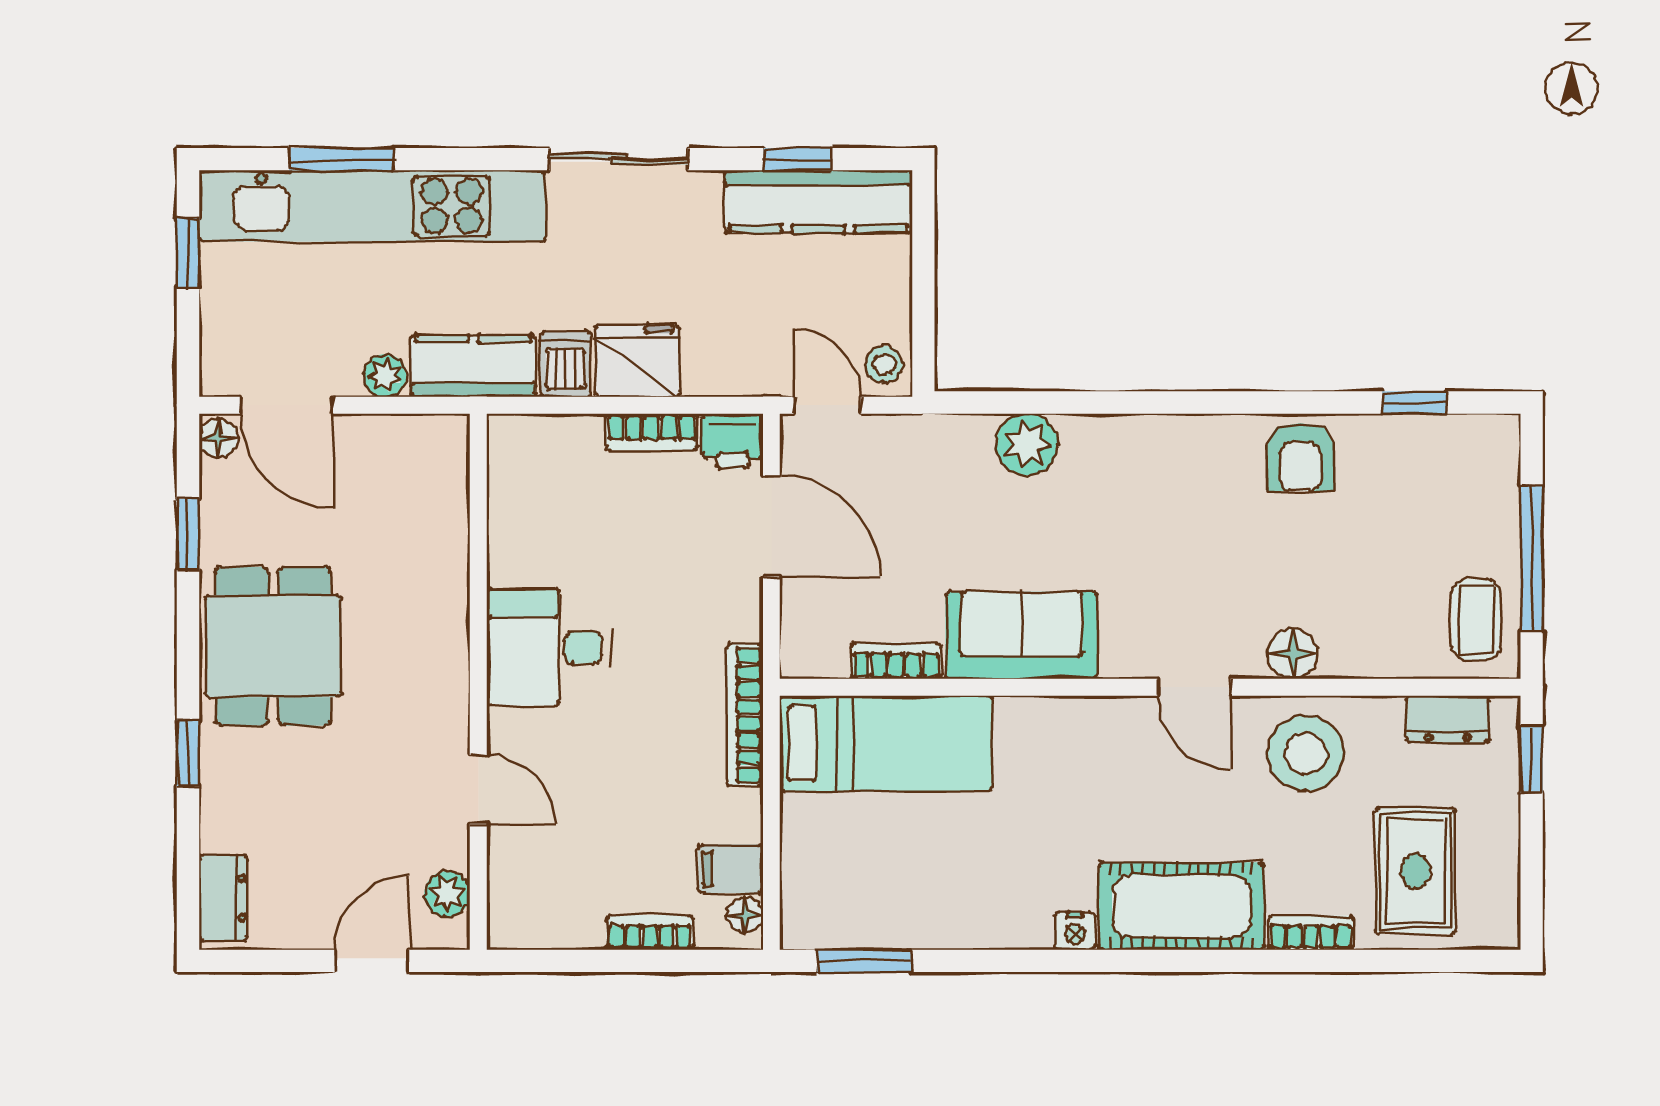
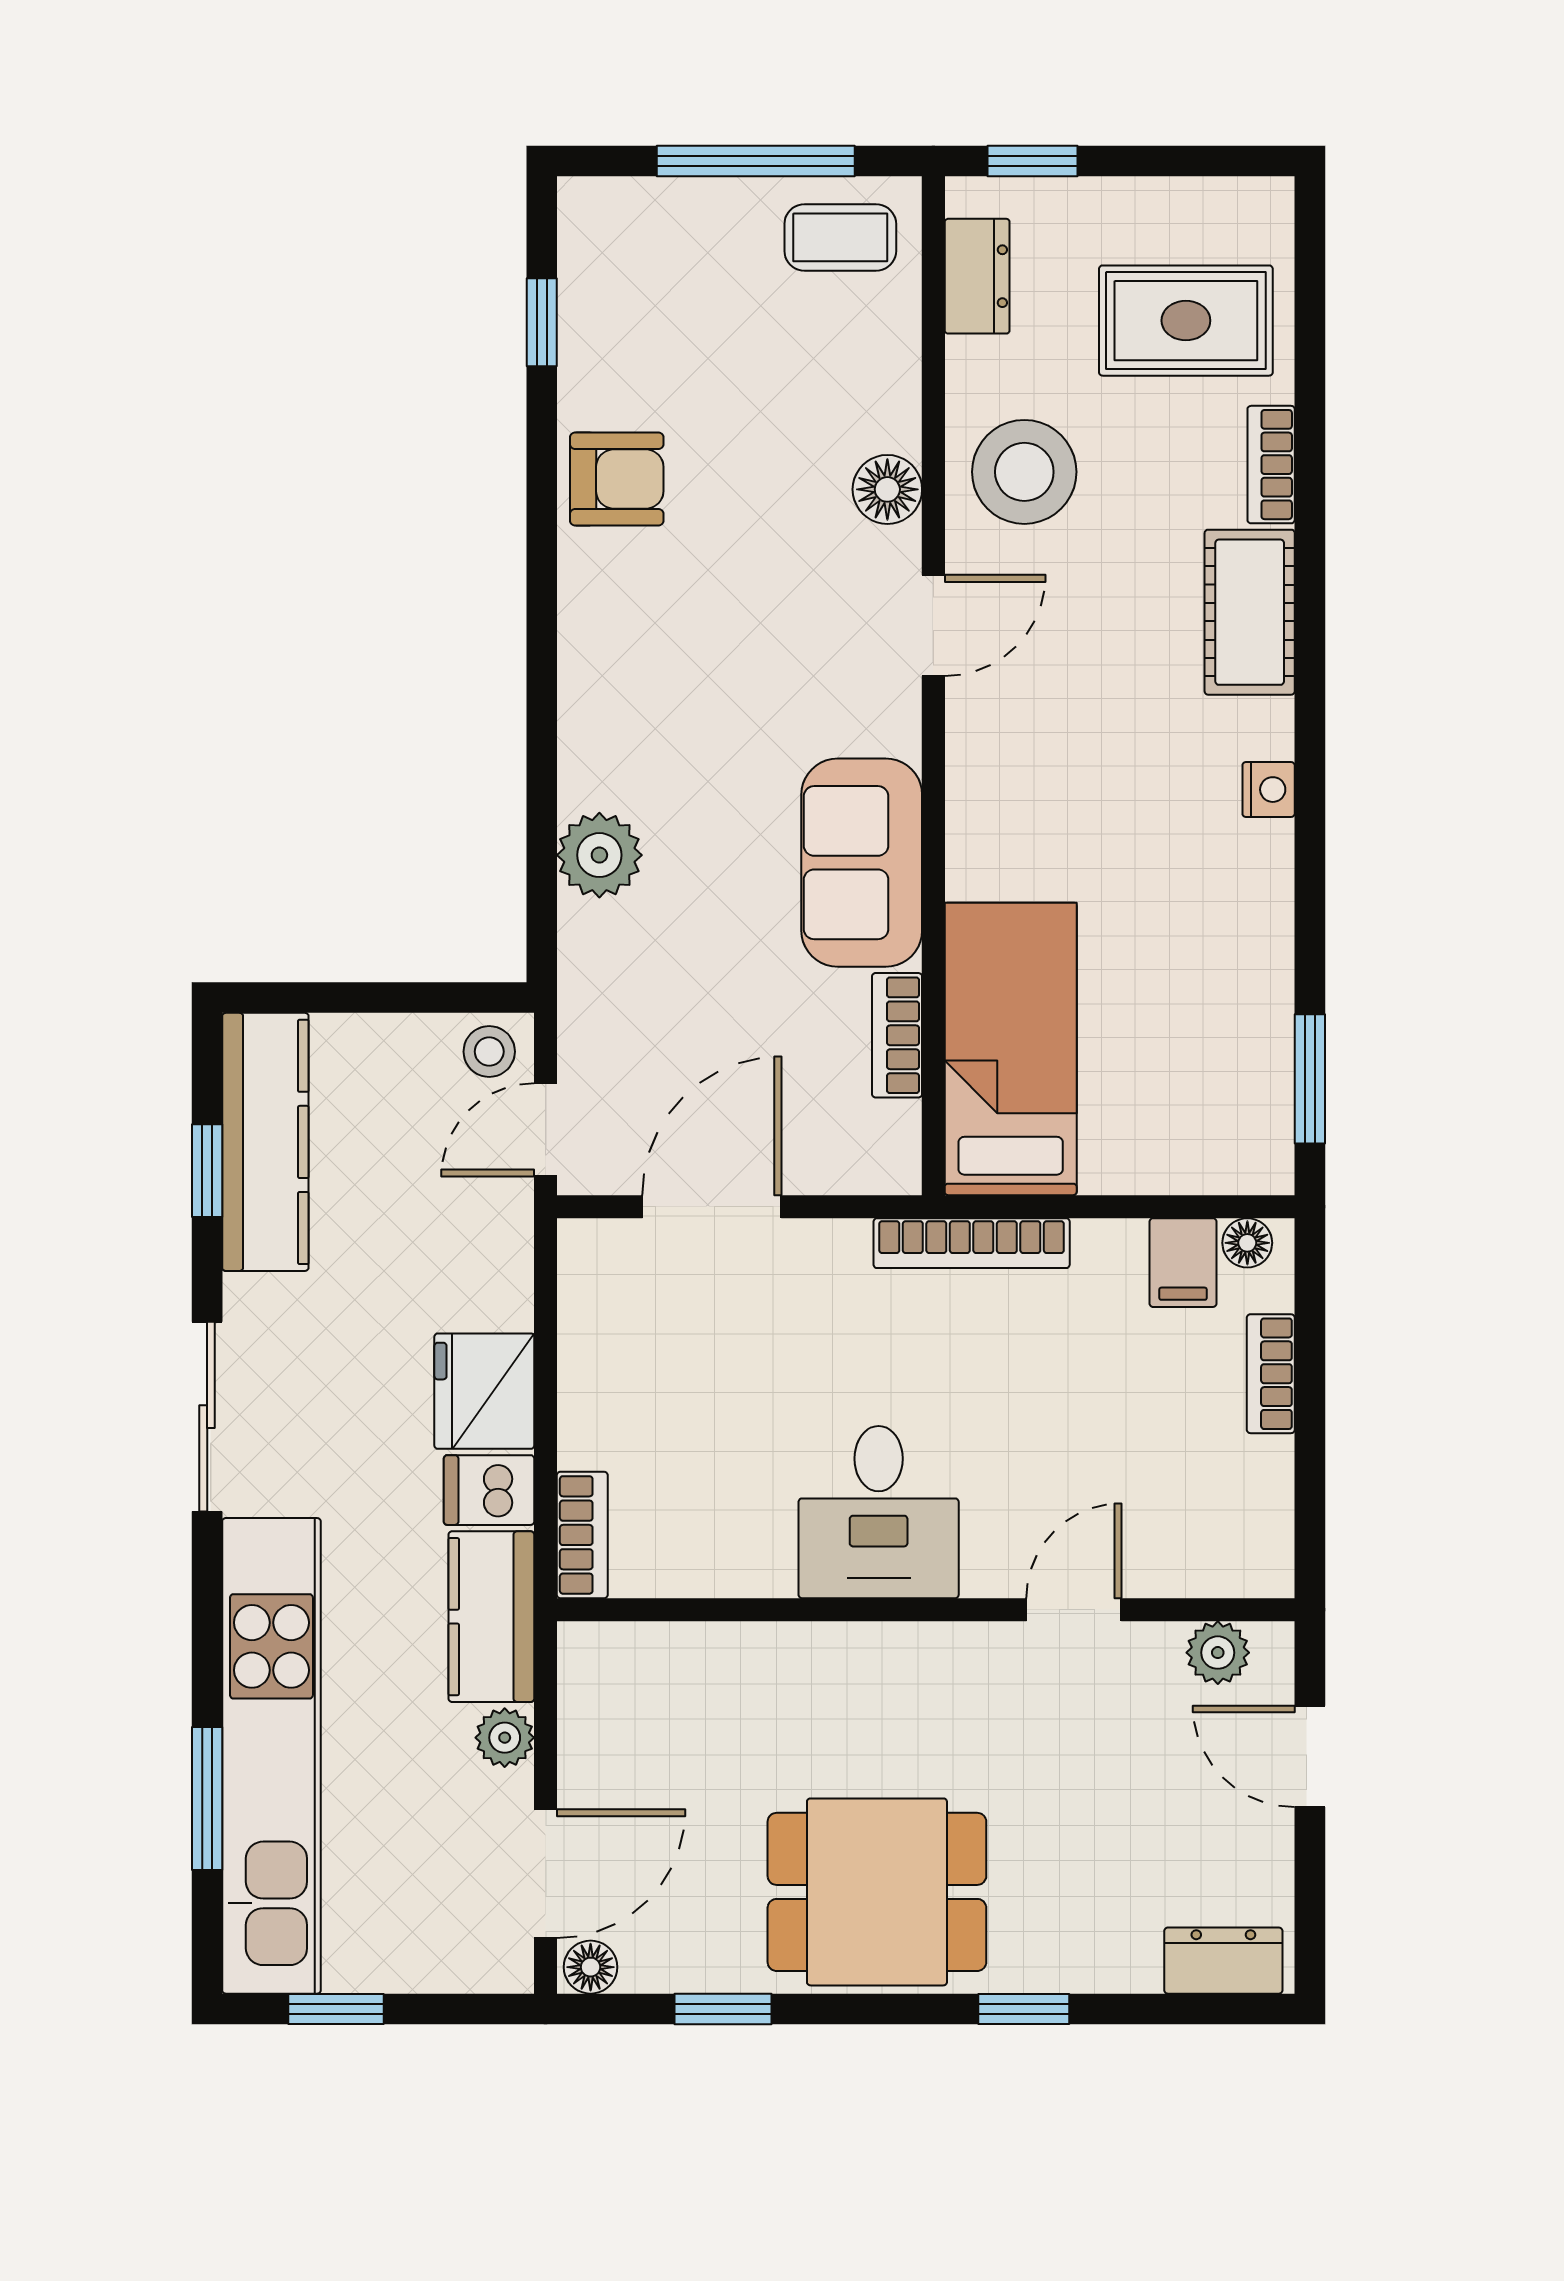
bookcase: (652, 432) -> (582, 1535), moved
printer: (733, 441) -> (595, 1260), removed
cot: (1181, 906) -> (1250, 612), width x0.73, depth x0.75

